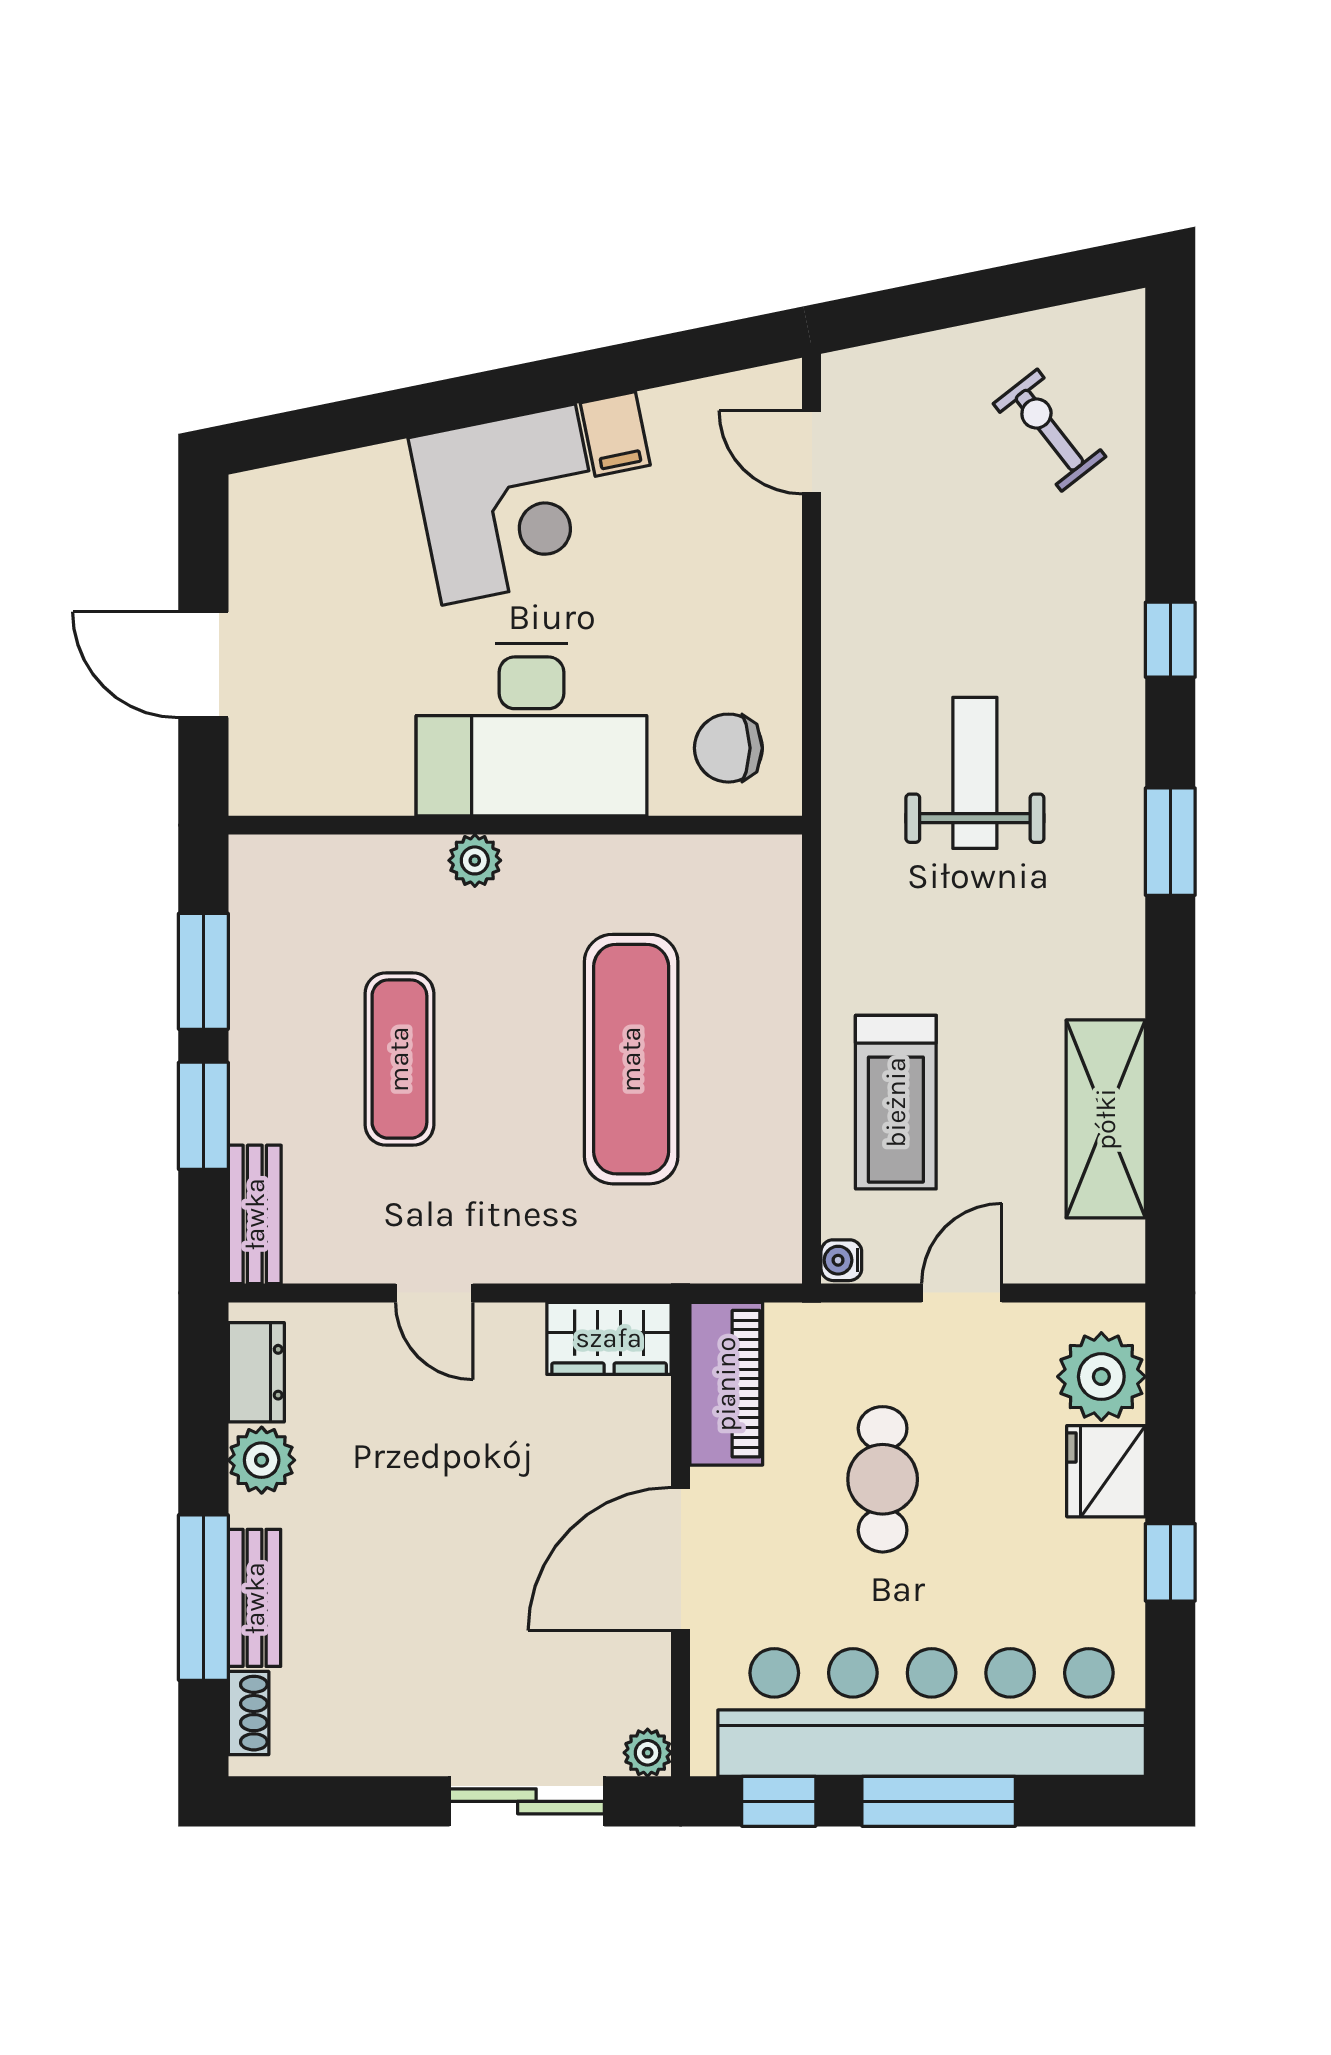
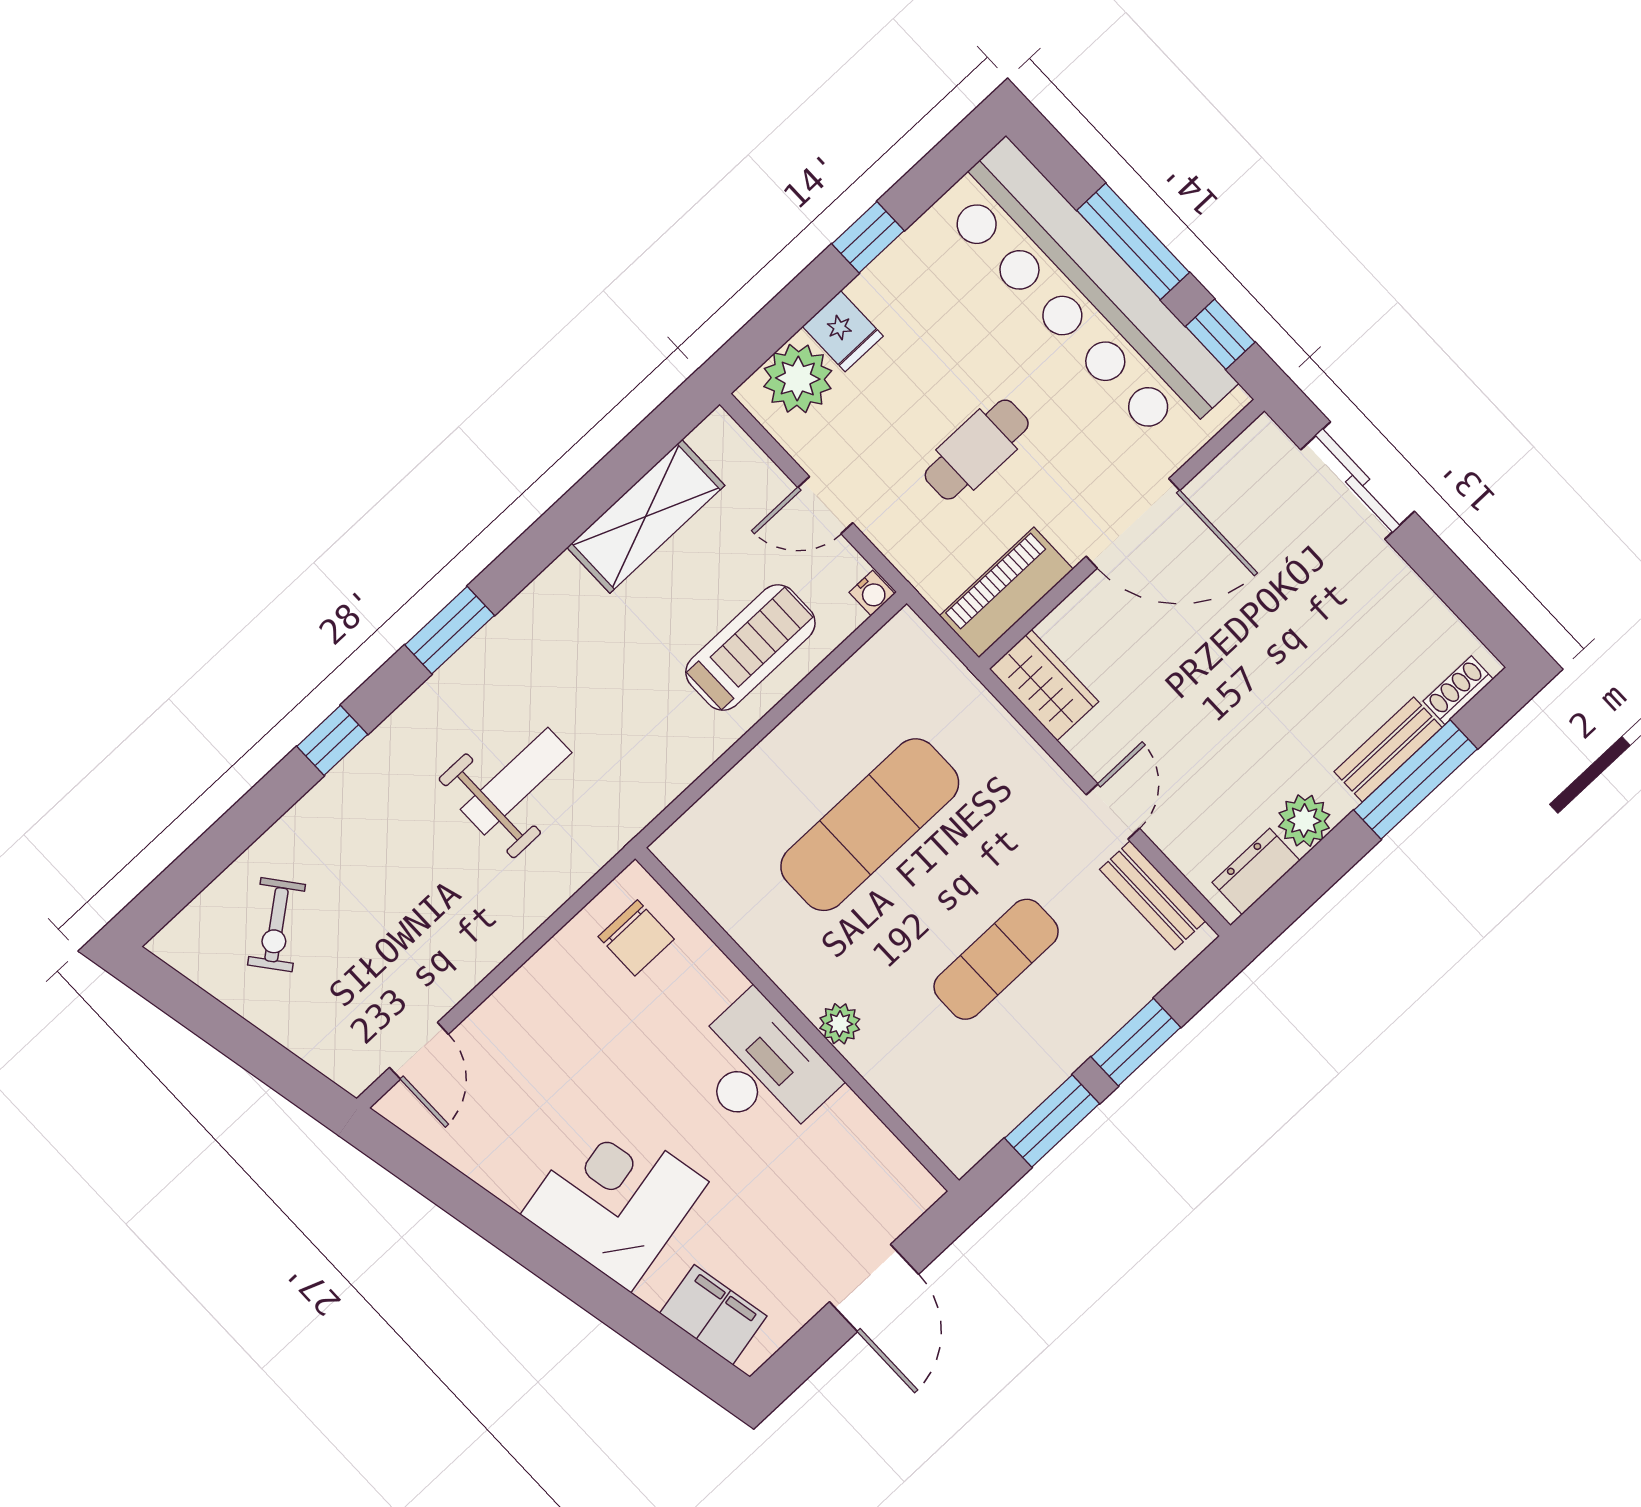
filing cabinet: (615, 434) -> (713, 1315), moved, width x2.00
desk: (531, 729) -> (761, 1069), width x0.73, depth x0.77
weight bench: (975, 773) -> (516, 781), turned 180
bench: (255, 1214) -> (1153, 895), moved, turned 90
fridge: (1106, 1471) -> (843, 331), width x0.72
plant: (648, 1753) -> (1264, 437), removed

